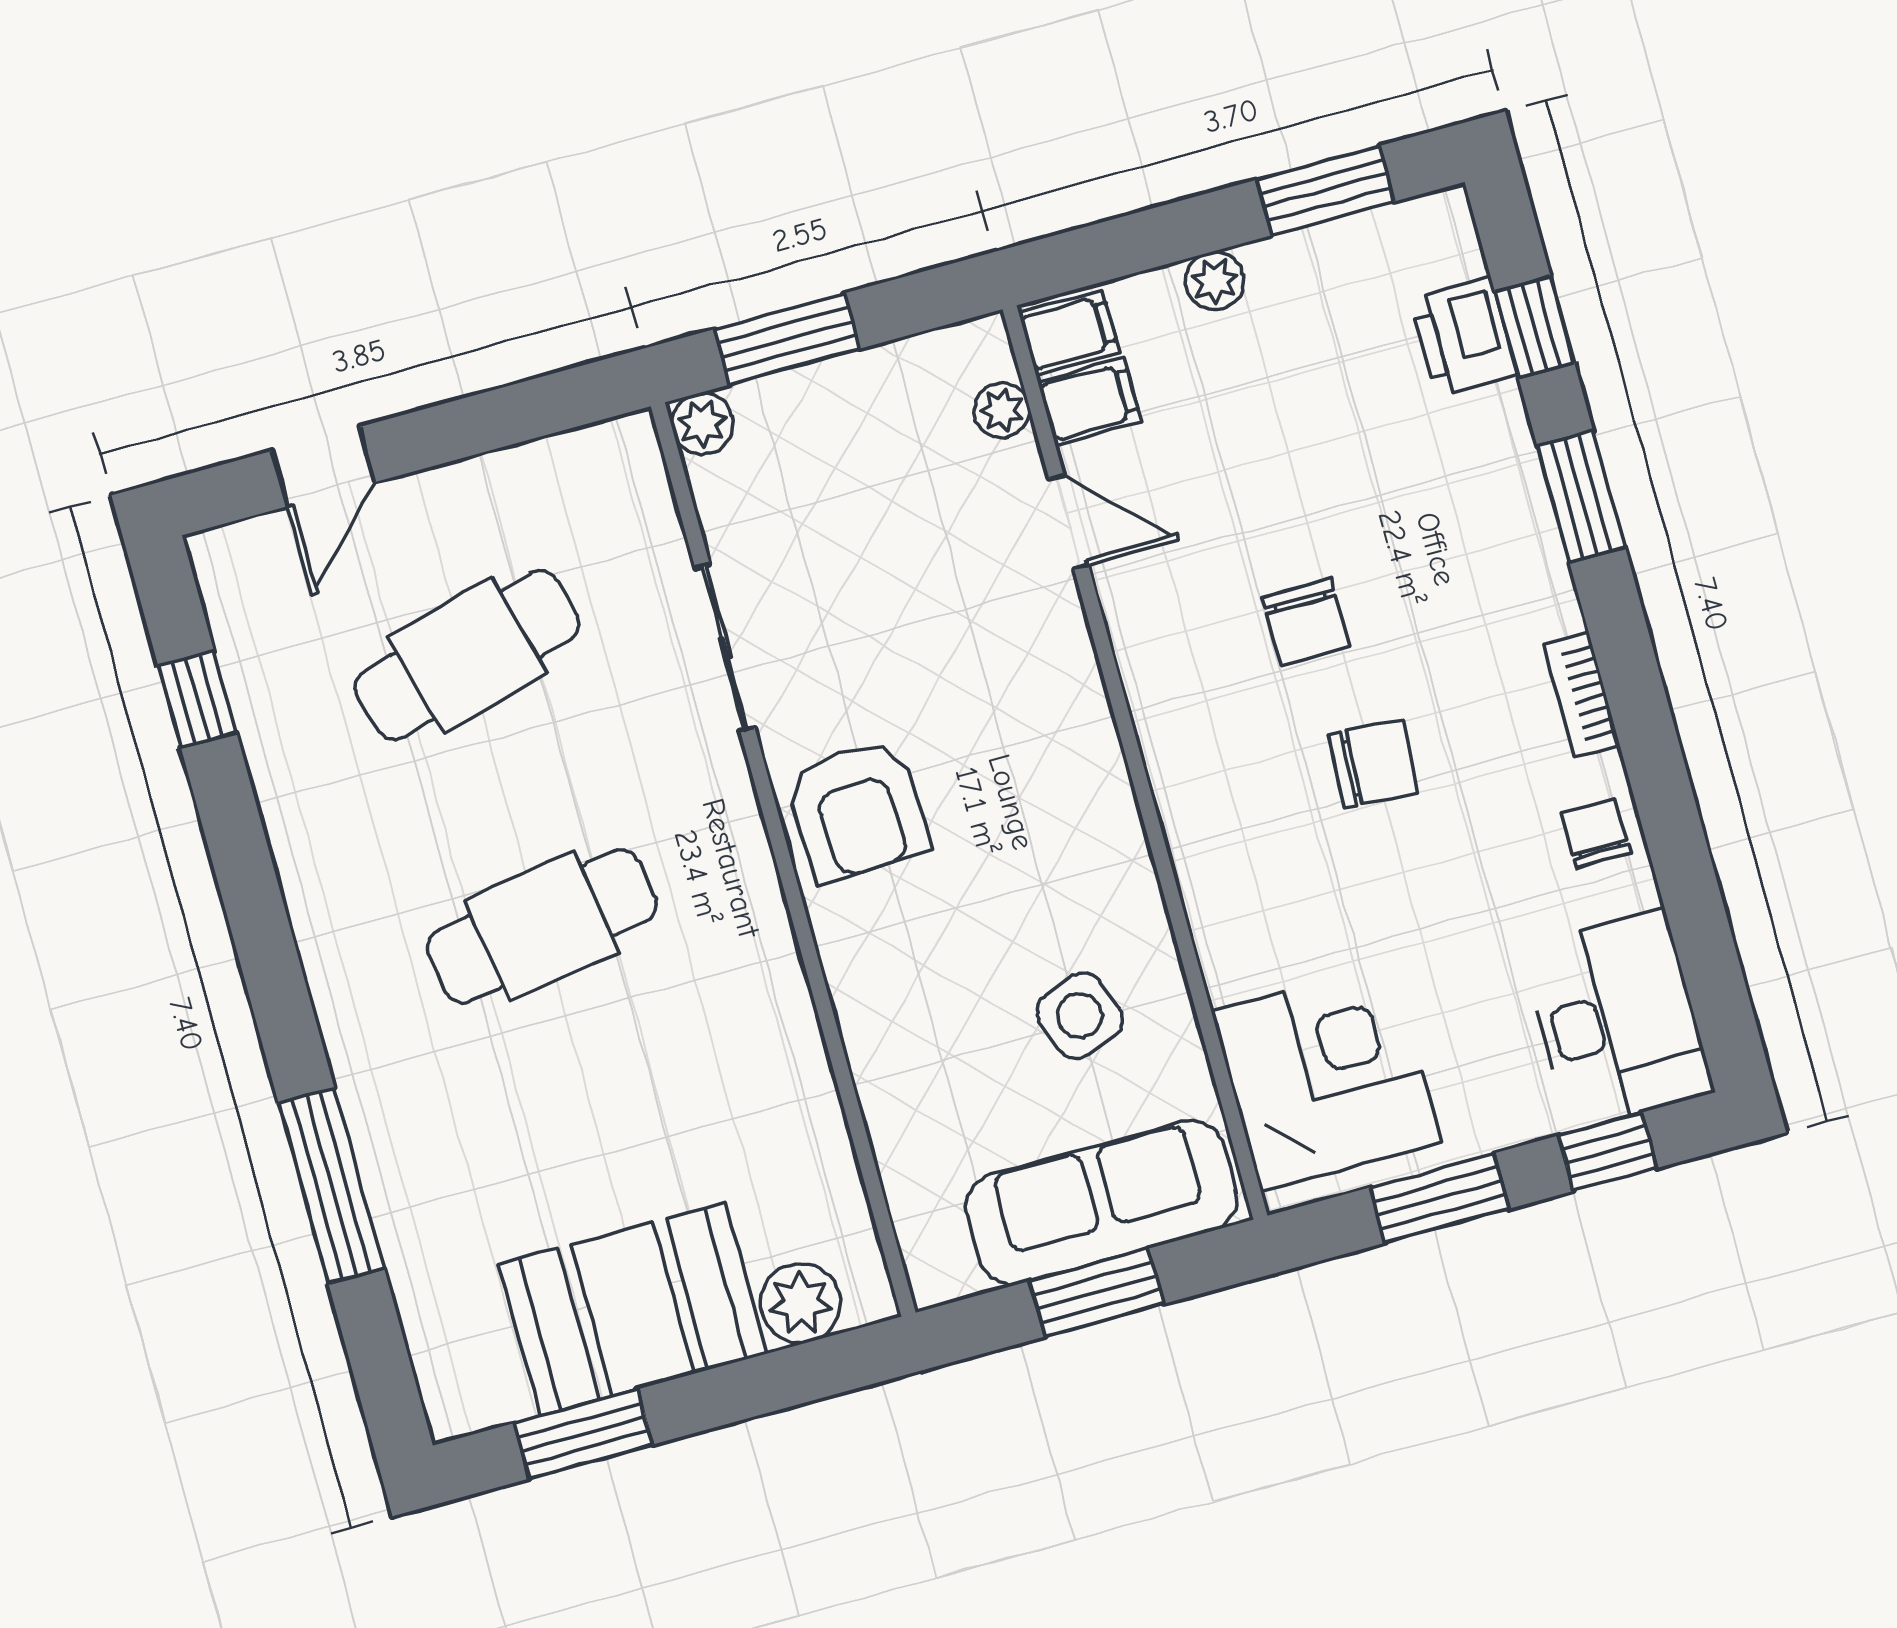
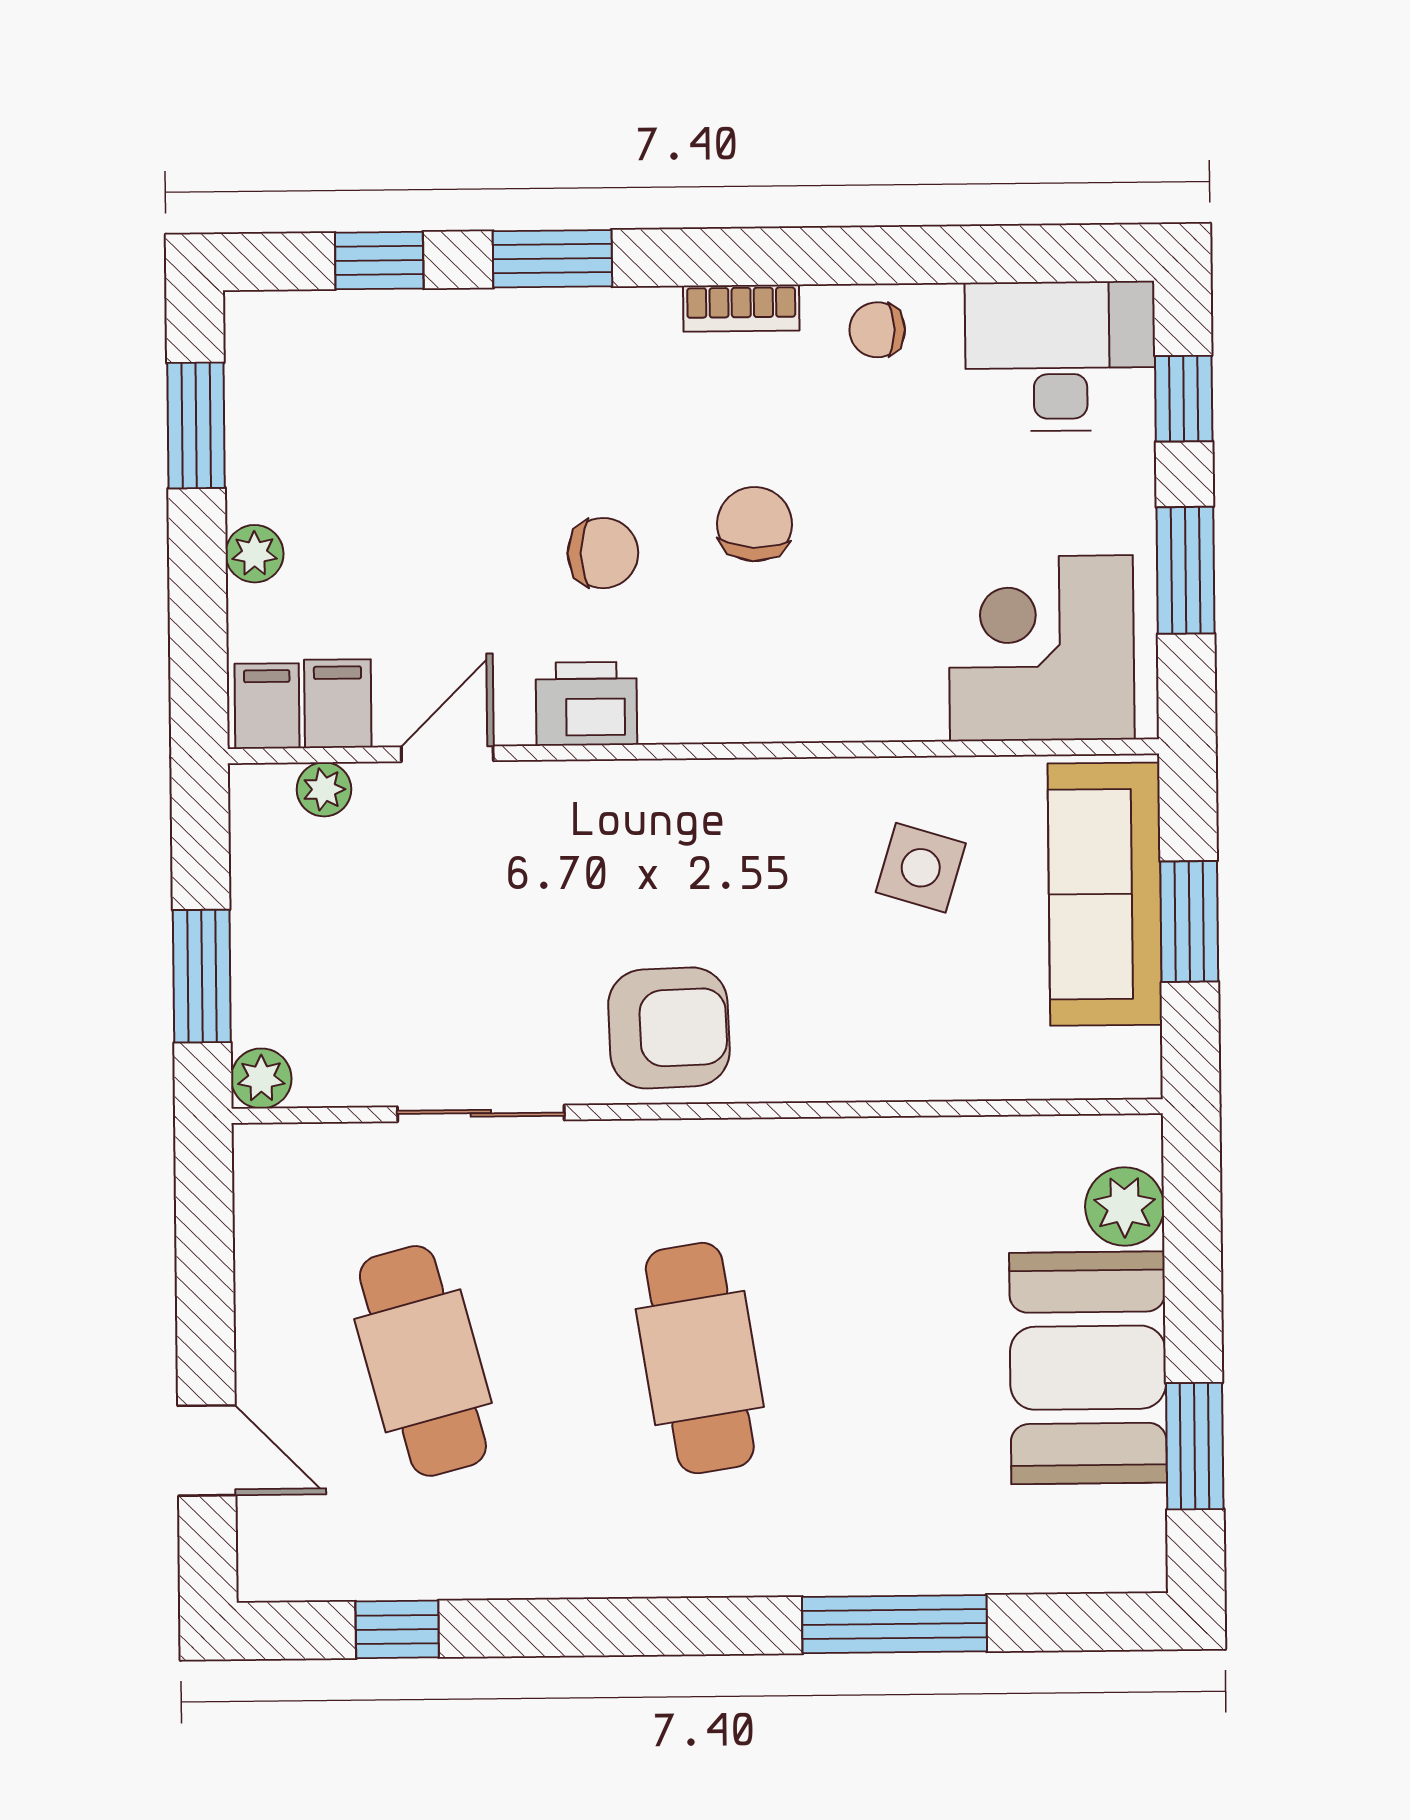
printer: (1464, 337) -> (586, 704), moved, turned 180
side table: (1080, 1016) -> (921, 868), turned 37

